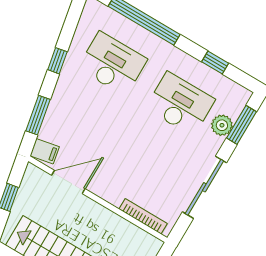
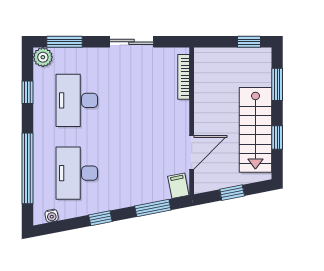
water cooler: (87, 17) -> (52, 216), added
plant: (222, 125) -> (43, 57), moved
door: (68, 182) -> (192, 152), swing flipped
sliding door: (204, 187) -> (132, 42), width x0.73

